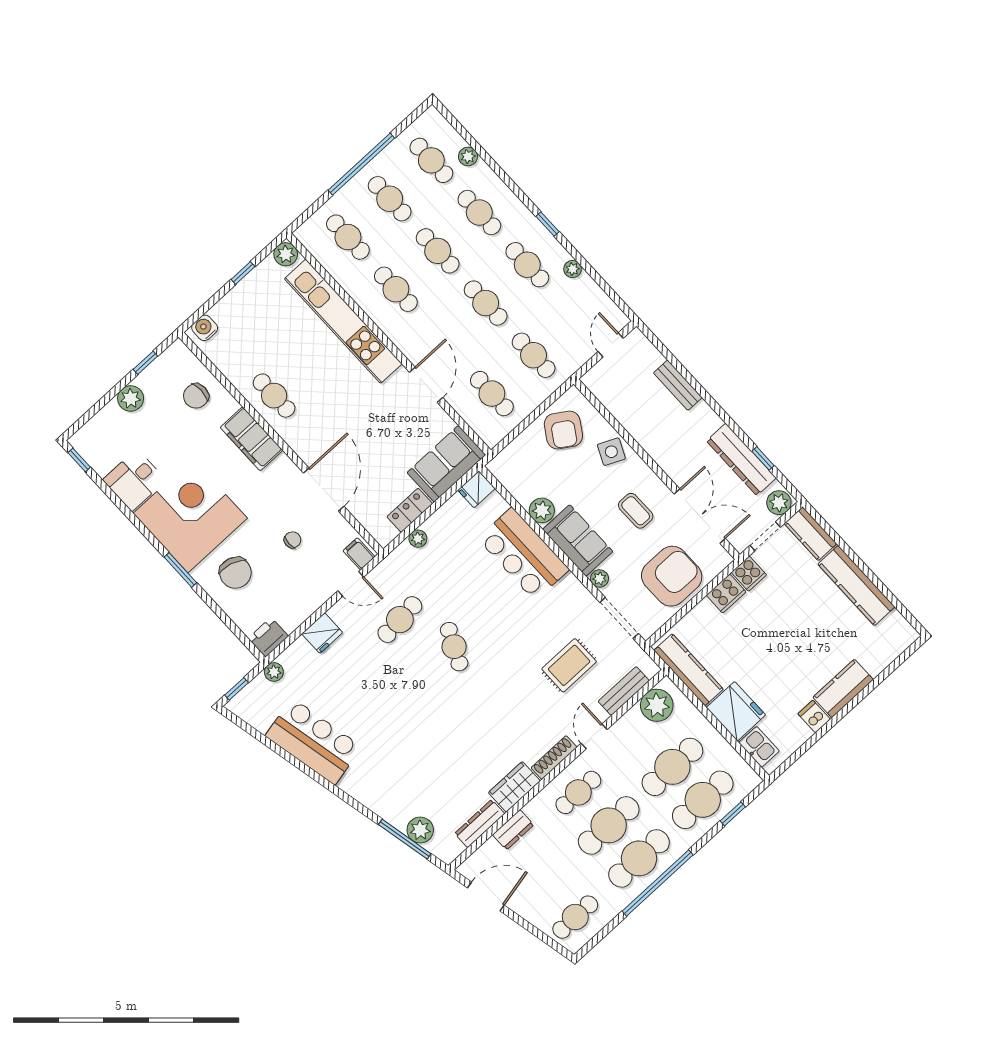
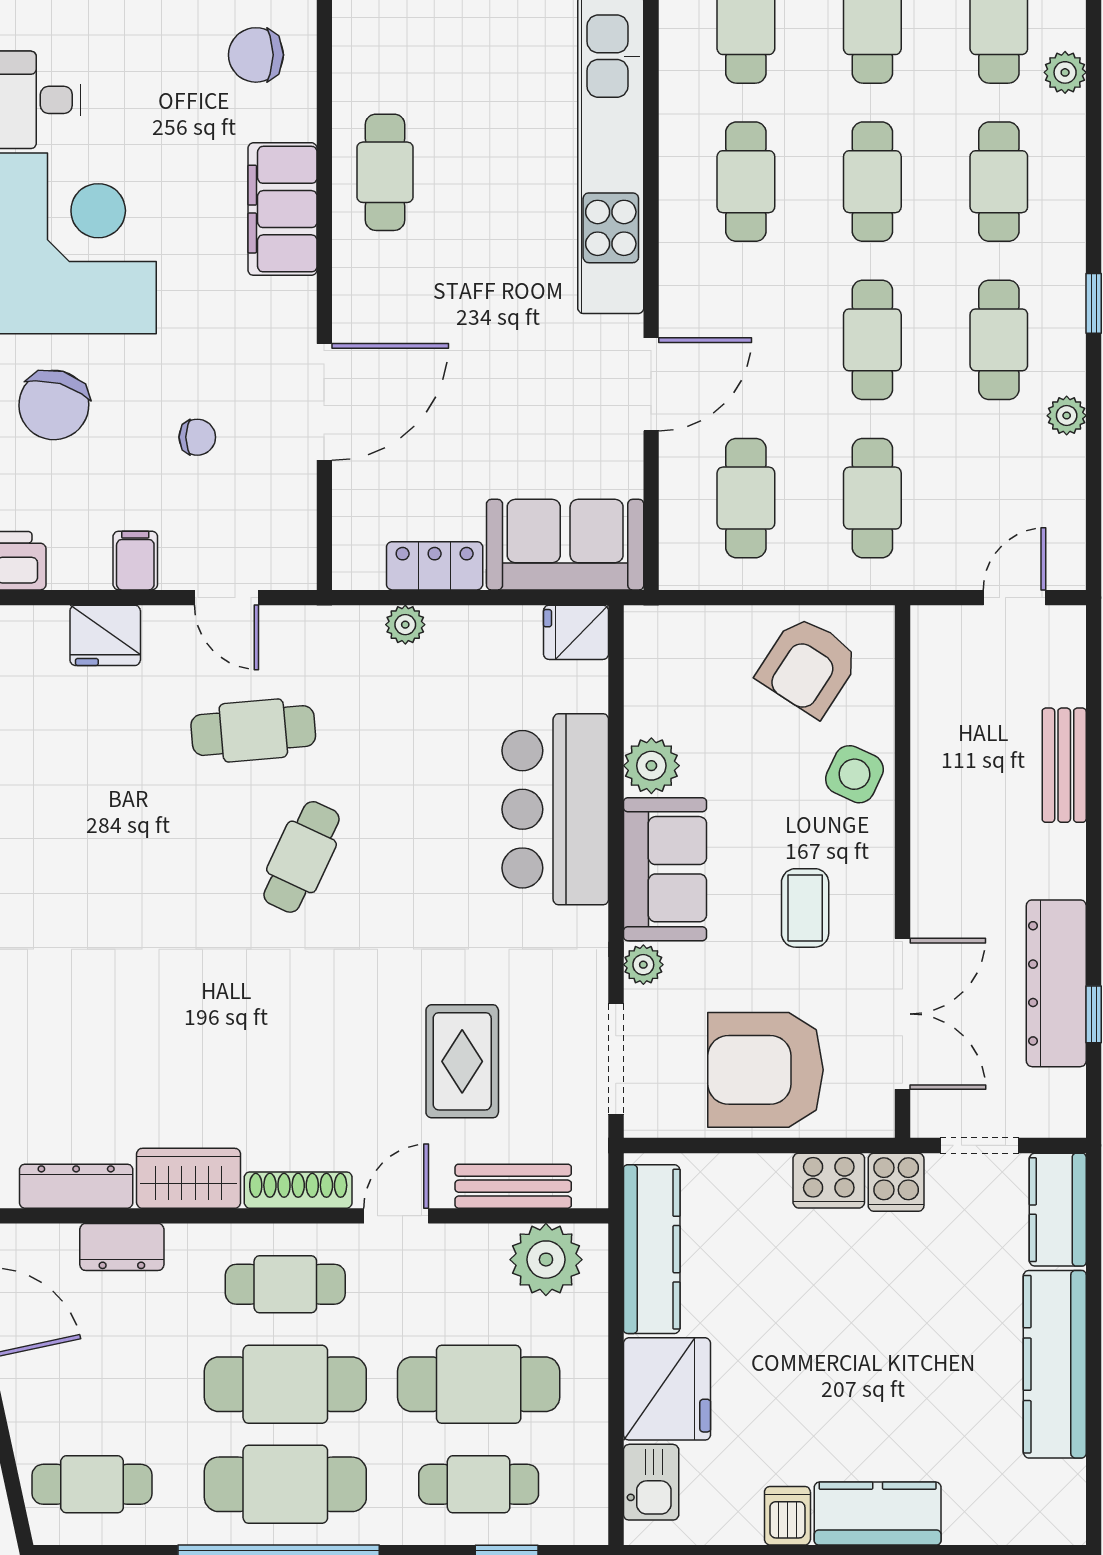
plant: (779, 503) -> (1053, 1111), removed
filing cabinet: (359, 554) -> (135, 561), moved
armchair: (672, 576) -> (765, 1070), turned 180
rug: (569, 665) -> (462, 1061), turned 90
cafe table: (703, 800) -> (479, 1484), width x0.73, depth x0.74

